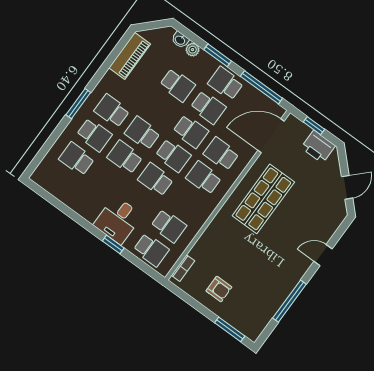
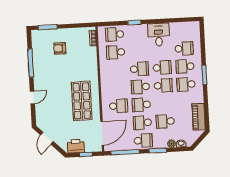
school desk: (112, 111) -> (186, 84), turned 180
school desk: (204, 178) -> (118, 88), removed
desk: (118, 220) -> (159, 35), moved
armchair: (219, 289) -> (60, 48), moved

